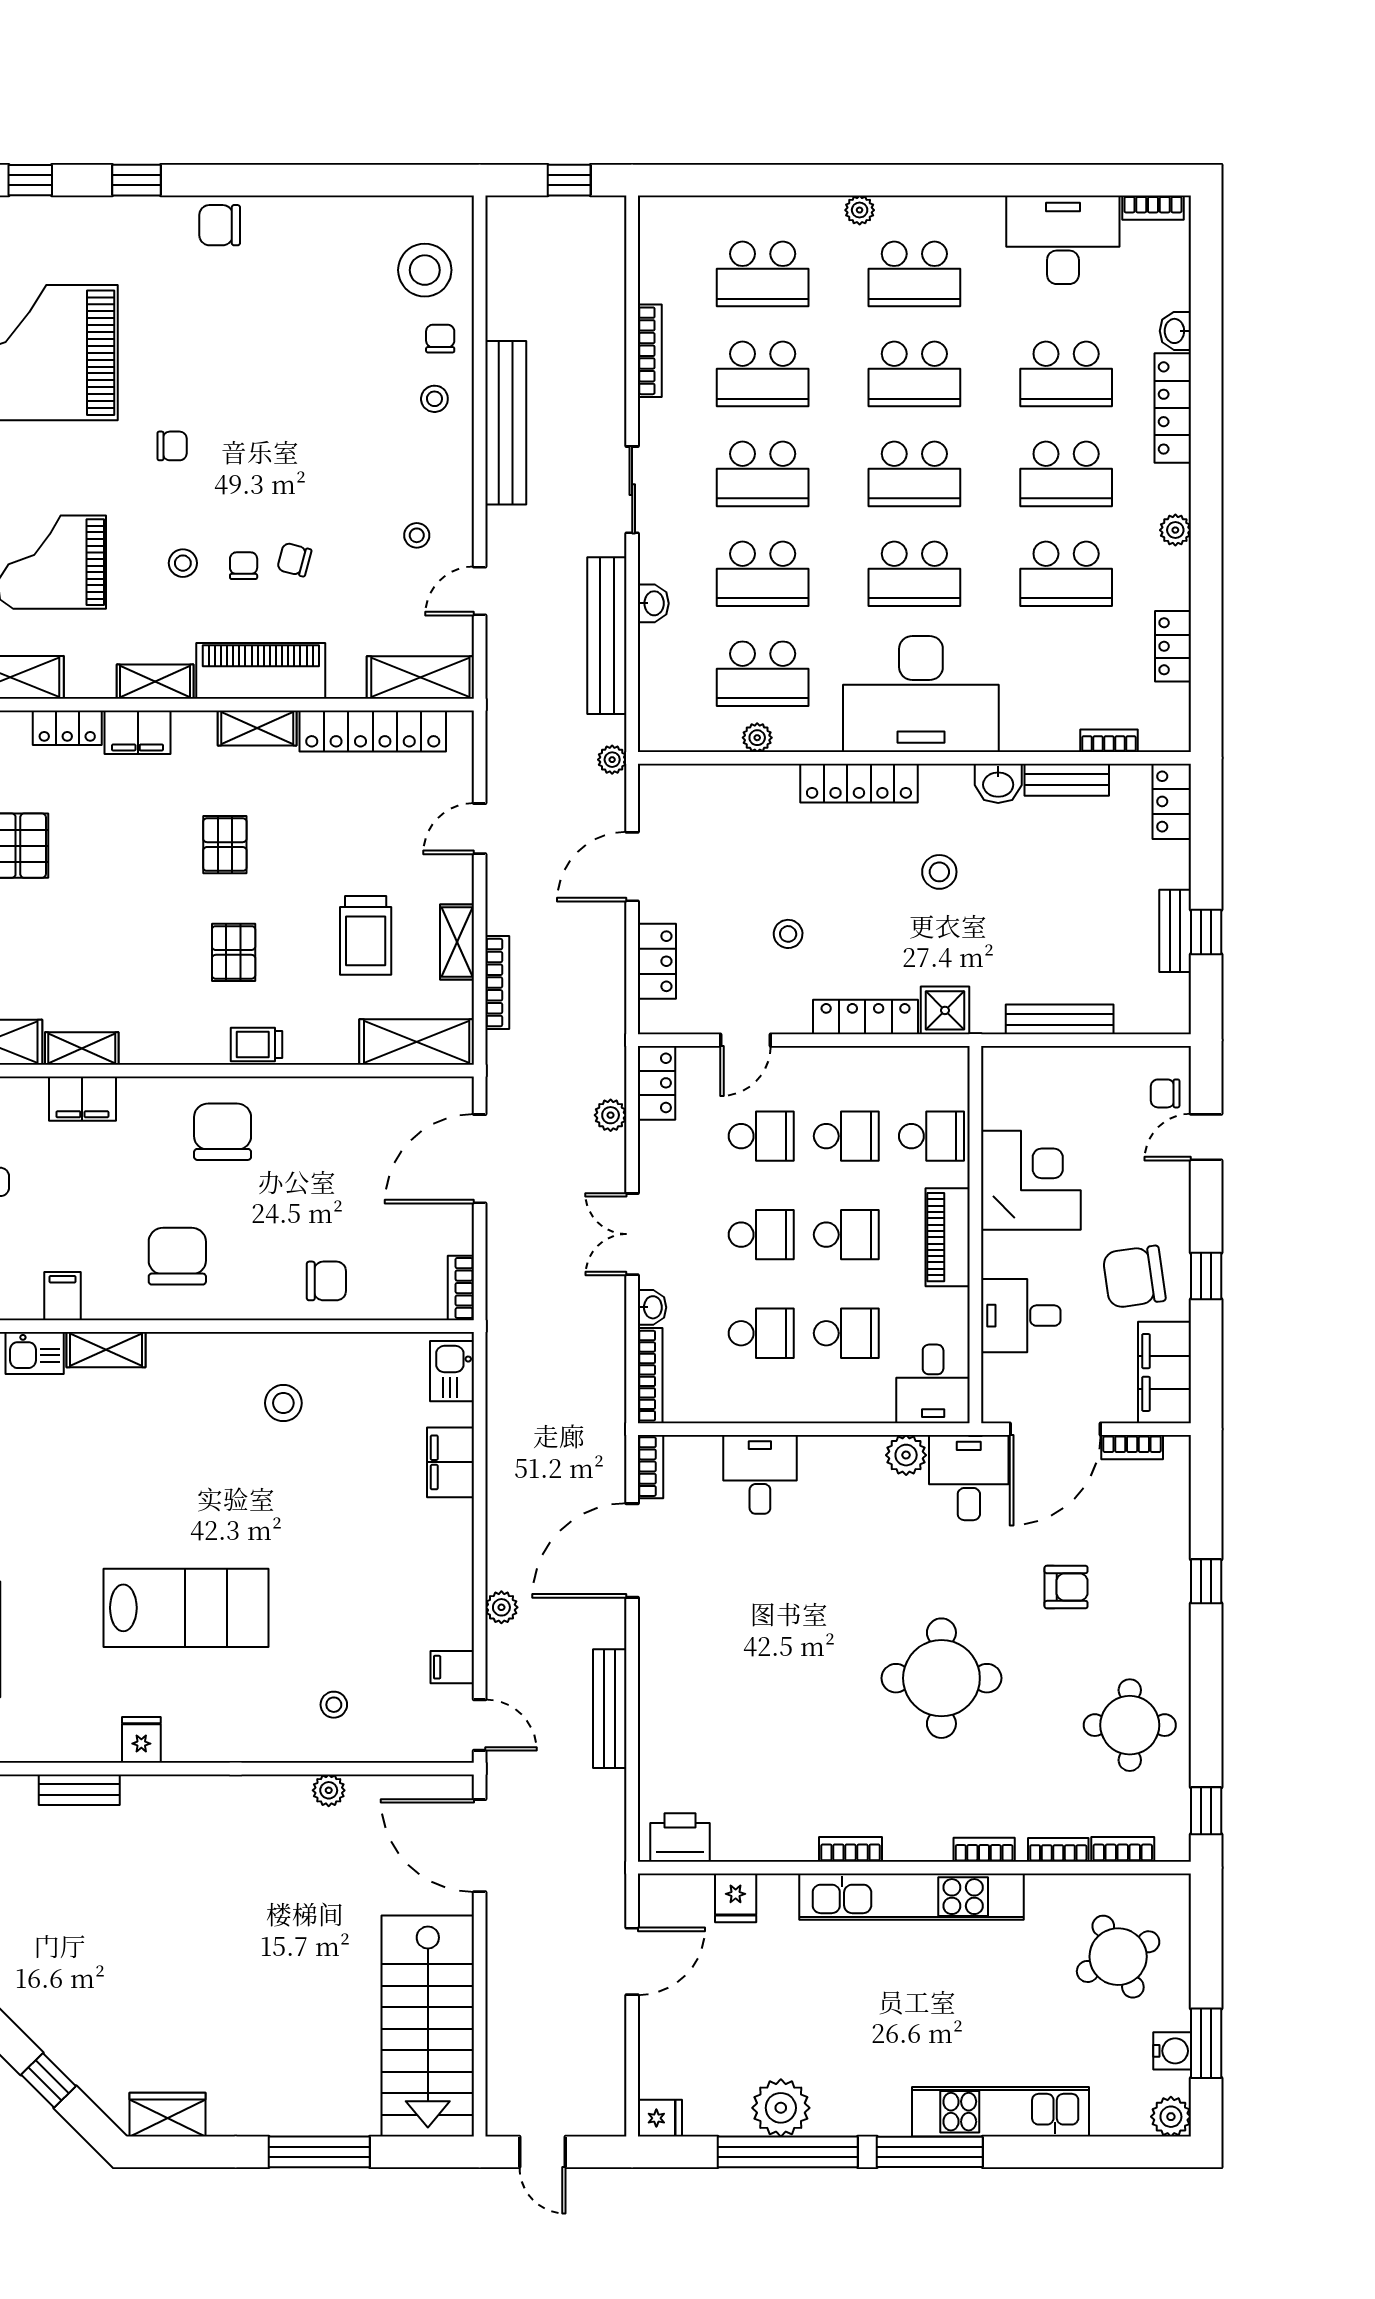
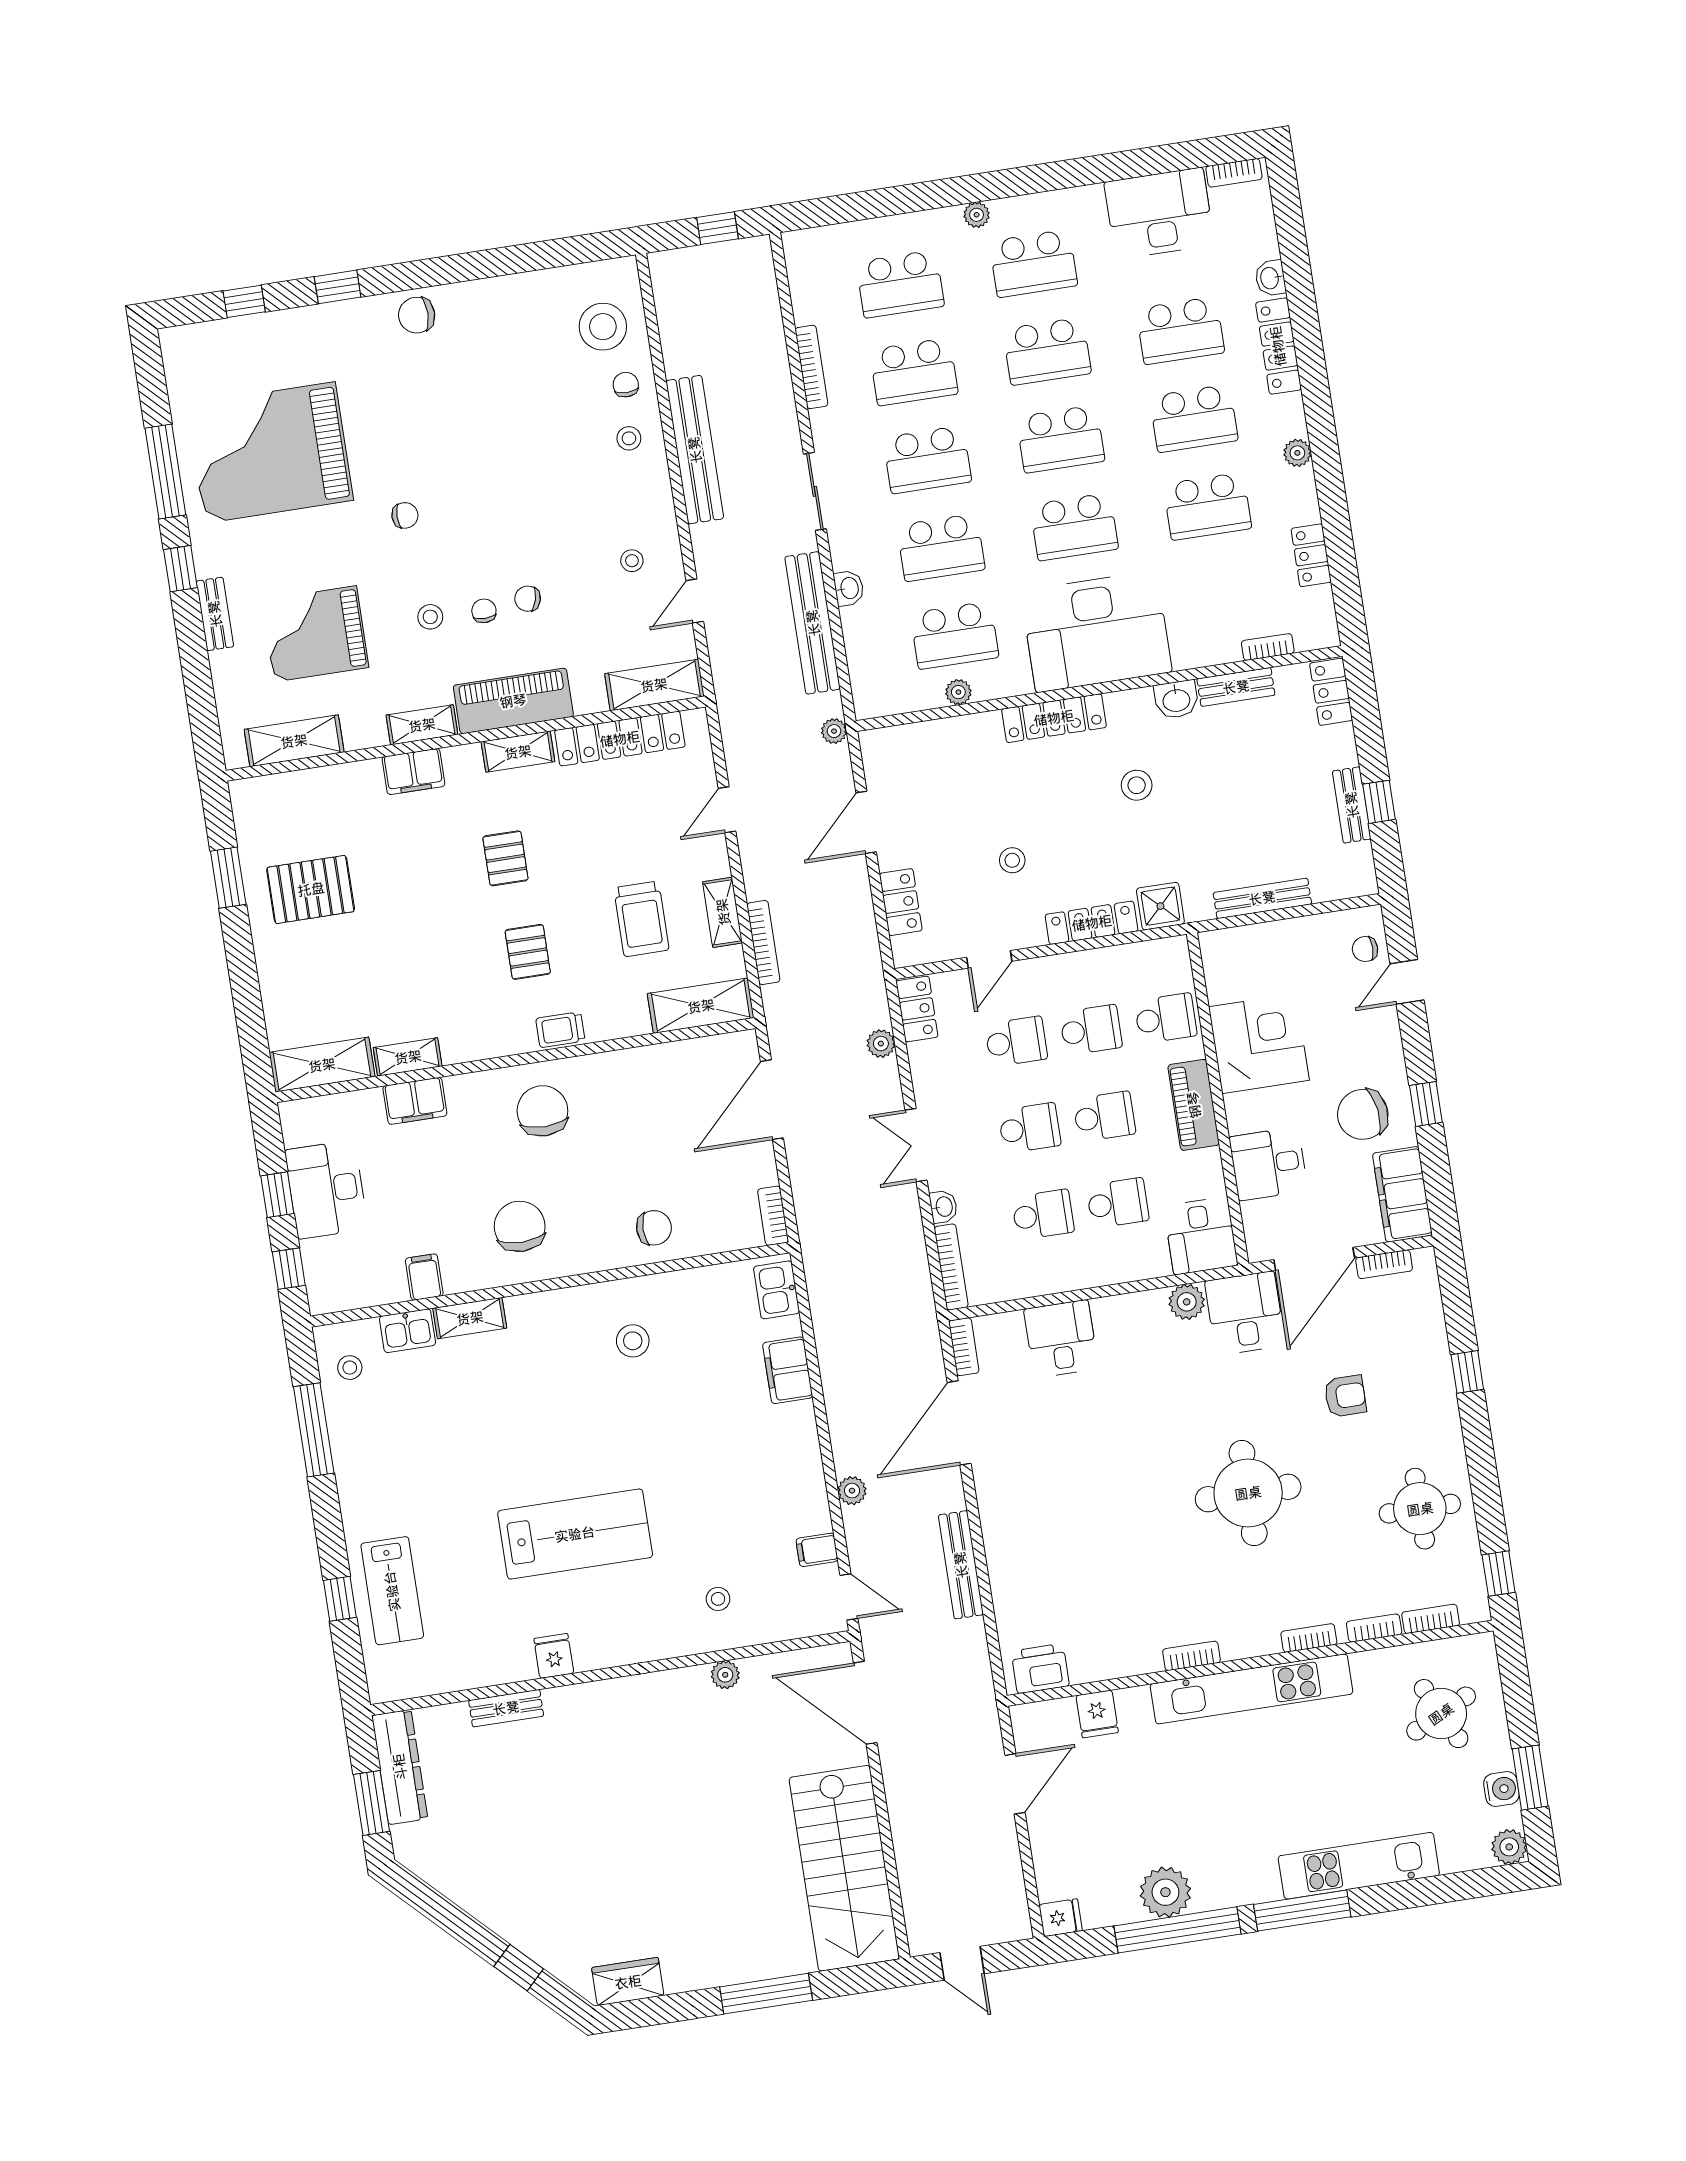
locker: (67, 728) -> (351, 777), removed

